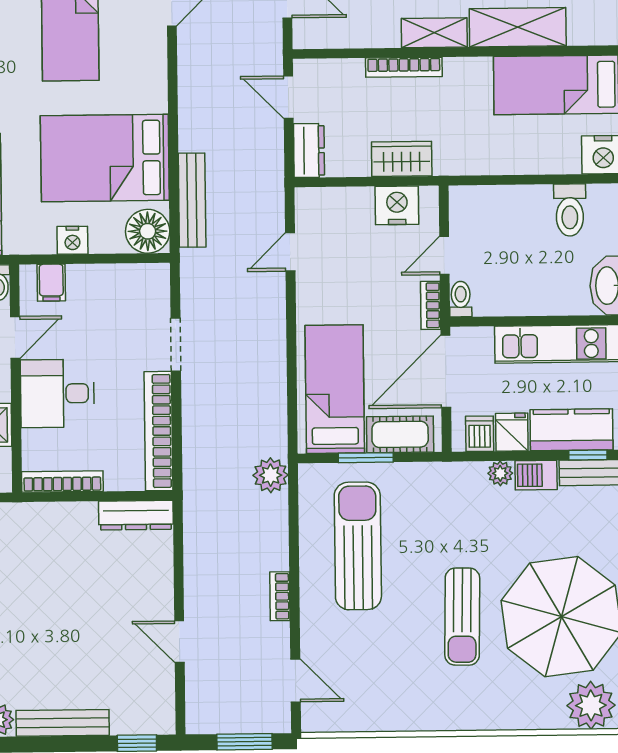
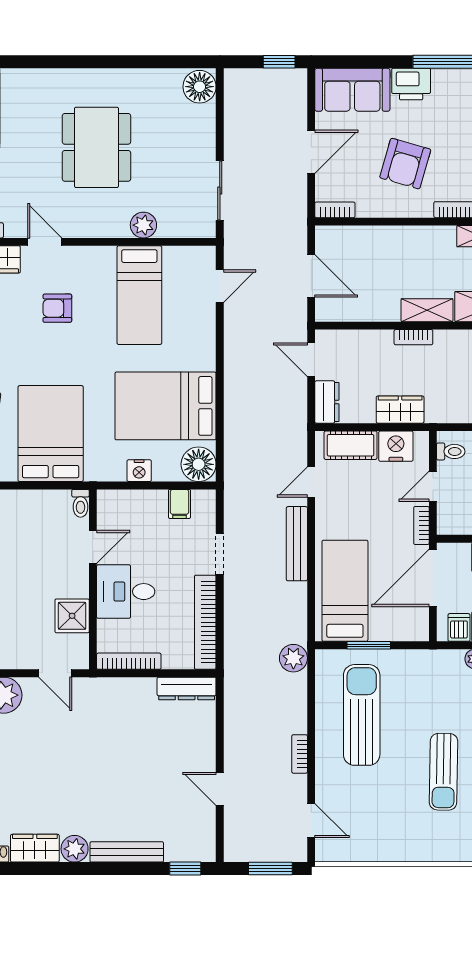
bookcase: (404, 67) -> (413, 337), width x0.64
bench: (192, 200) -> (297, 544), moved
filing cabinet: (51, 283) -> (179, 504), moved
toilet: (461, 299) -> (451, 451), moved, turned 90
cot: (400, 434) -> (351, 445), moved

